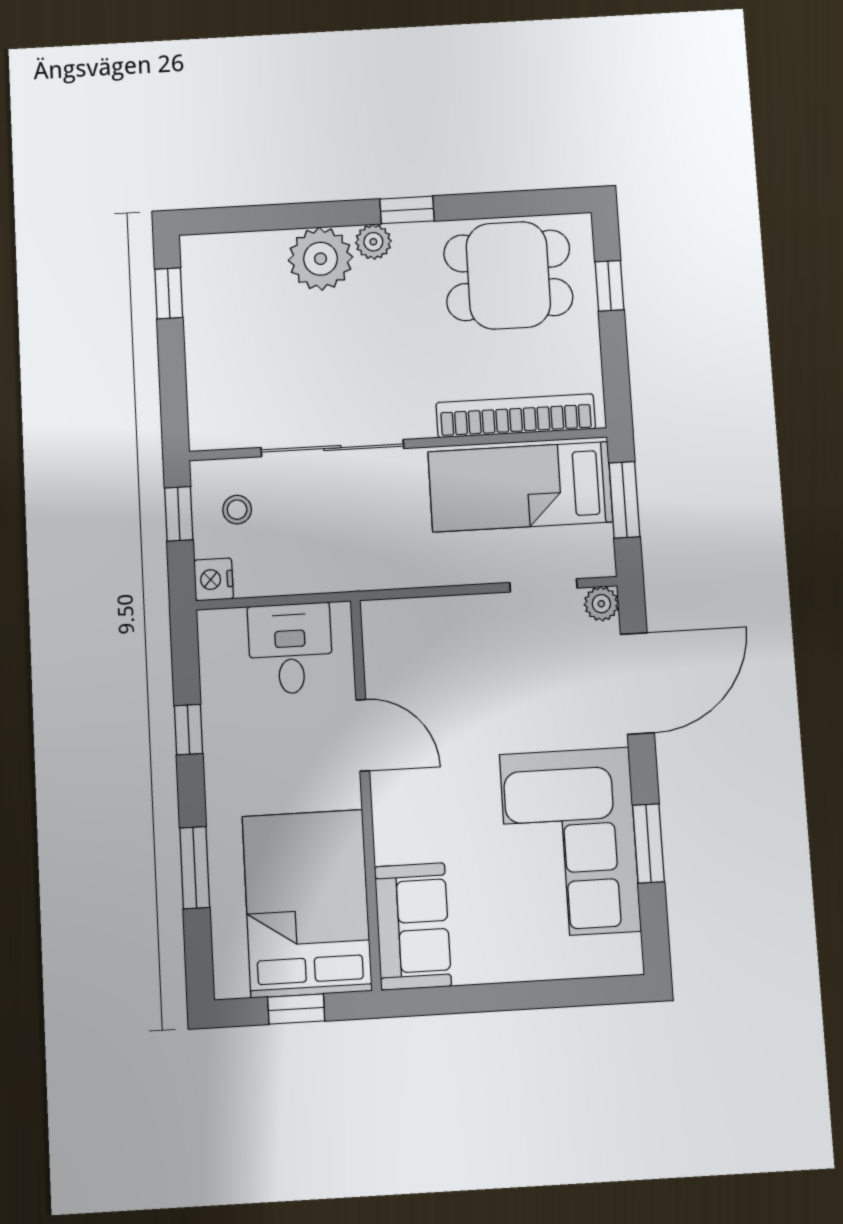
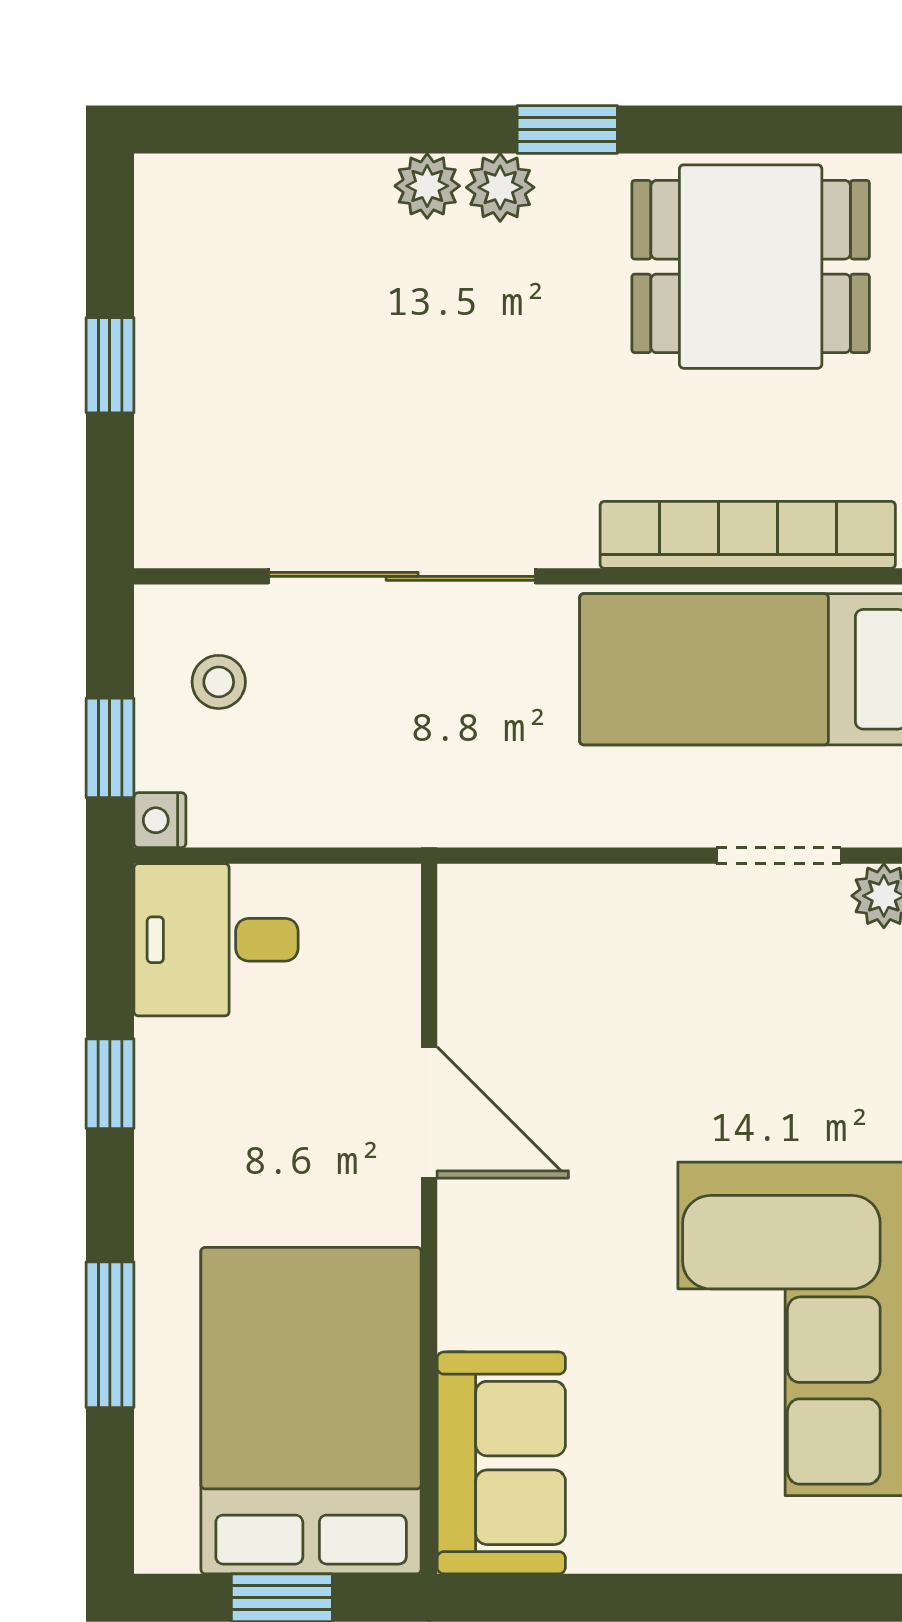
plant: (321, 259) -> (427, 186), width x0.53, depth x0.53
window: (169, 293) -> (110, 365), moved
window: (179, 514) -> (110, 748), moved
nightstand: (214, 579) -> (160, 820), width x0.72, depth x0.74
desk: (290, 649) -> (216, 940), moved, turned -90

